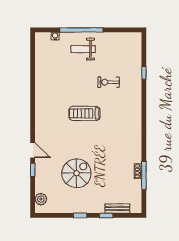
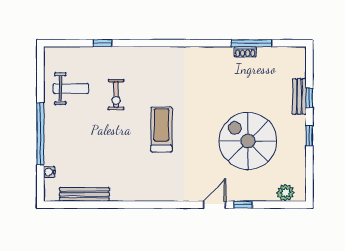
weight bench: (83, 49) -> (71, 89), moved, turned -90
bench: (40, 60) -> (84, 194), added
treadmill: (85, 113) -> (161, 129), turned 180
spiral stairs: (76, 173) -> (248, 141), width x1.37, depth x1.37
bench: (117, 209) -> (299, 96), moved

